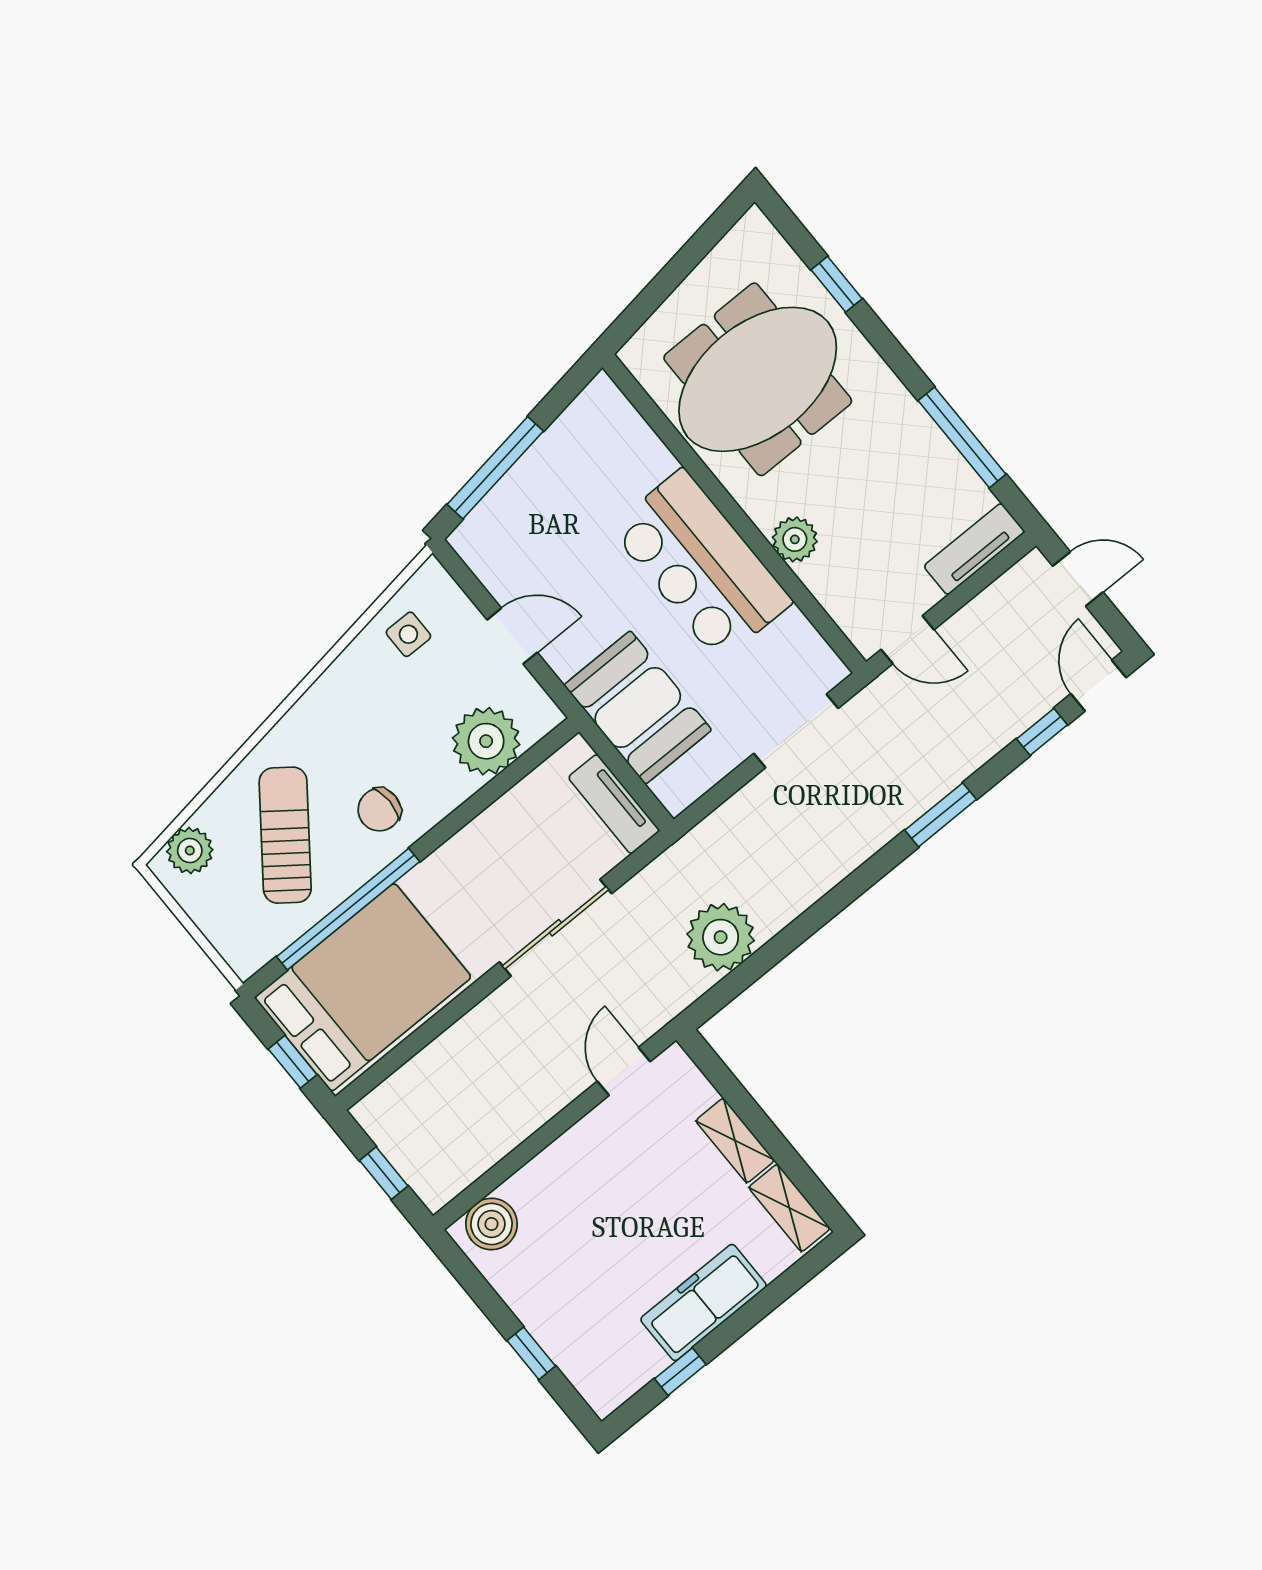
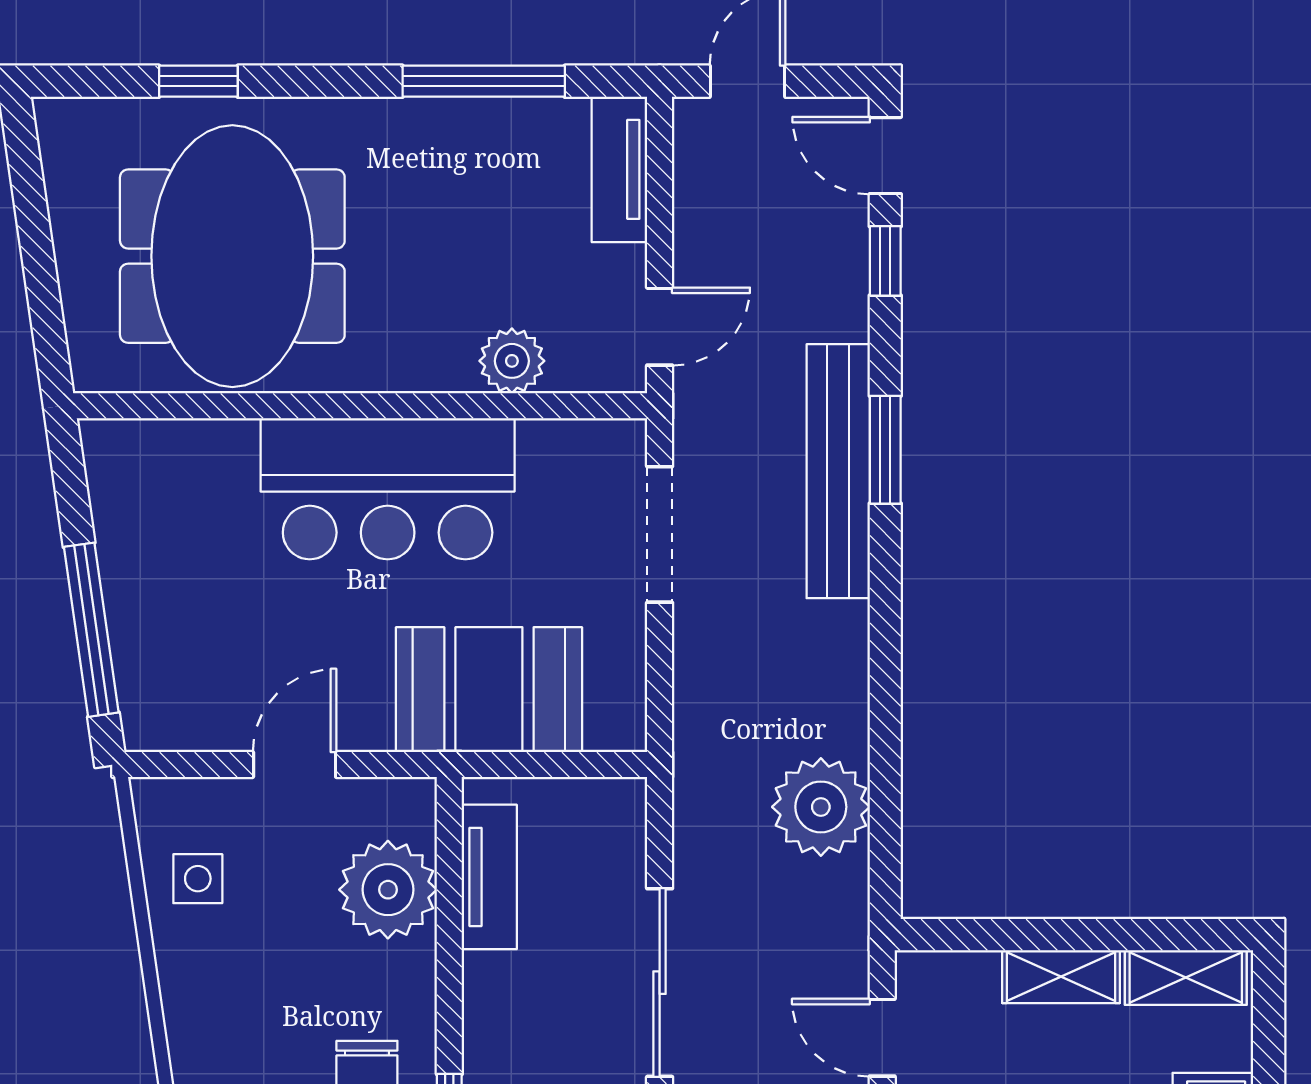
plant: (795, 539) -> (512, 361), moved
bench: (908, 799) -> (838, 471), added
tv unit: (614, 804) -> (489, 877), moved, turned -90

